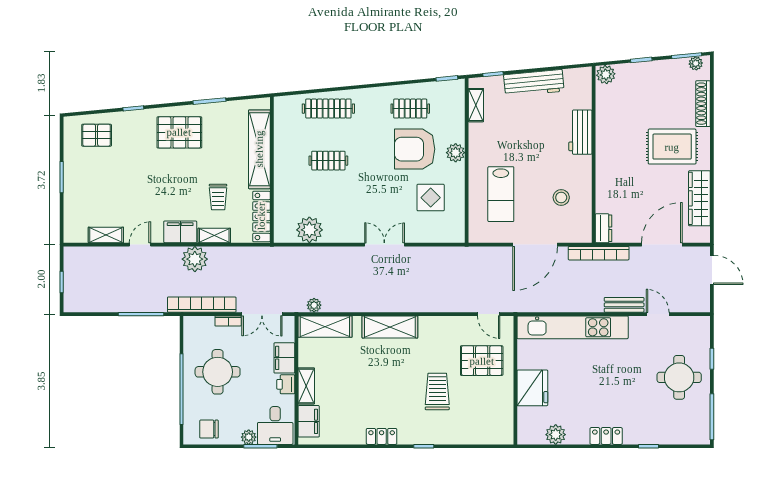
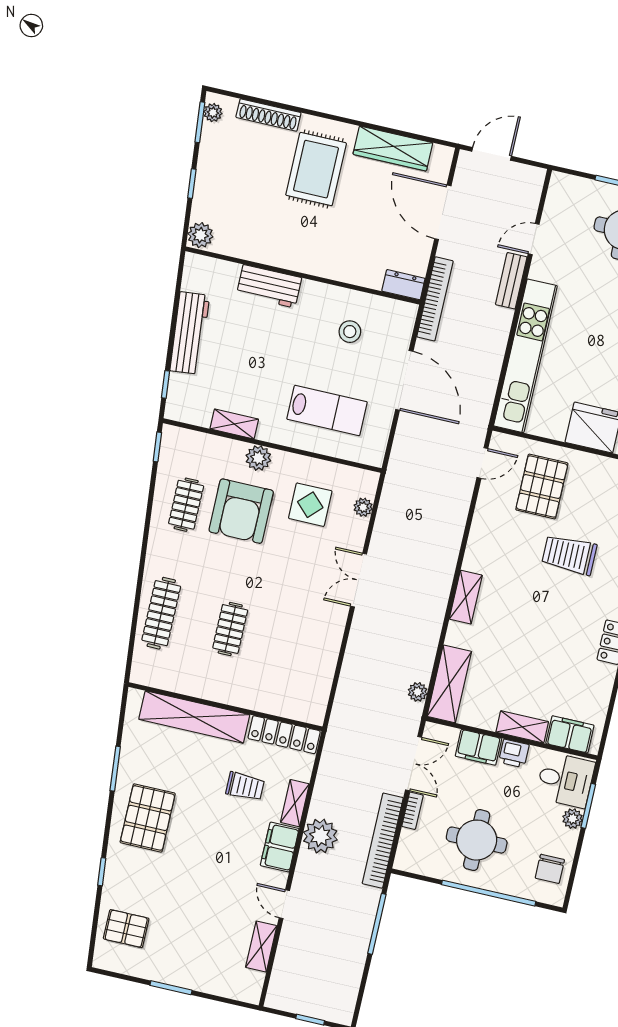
shelving: (476, 105) -> (234, 424), moved
pallet: (97, 135) -> (126, 929), turned 90
plant: (309, 230) -> (363, 507), moved, width x0.53, depth x0.53
shelving: (390, 327) -> (466, 597), width x0.67, depth x0.75

